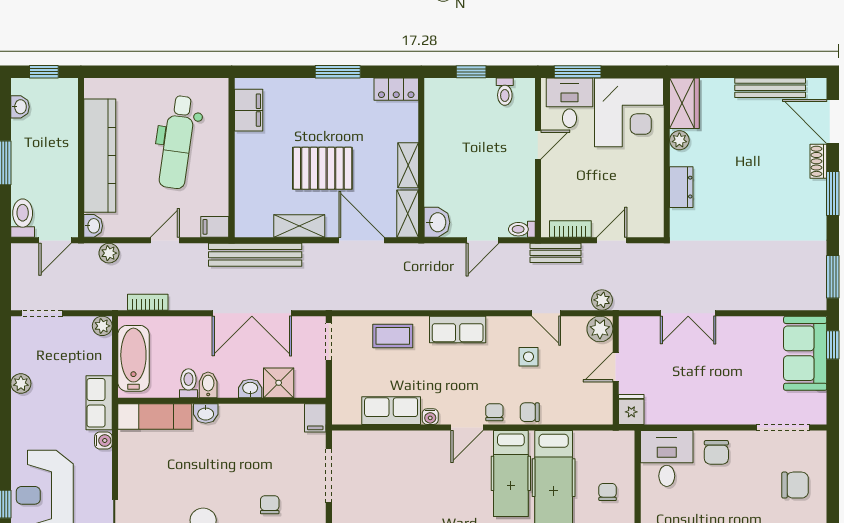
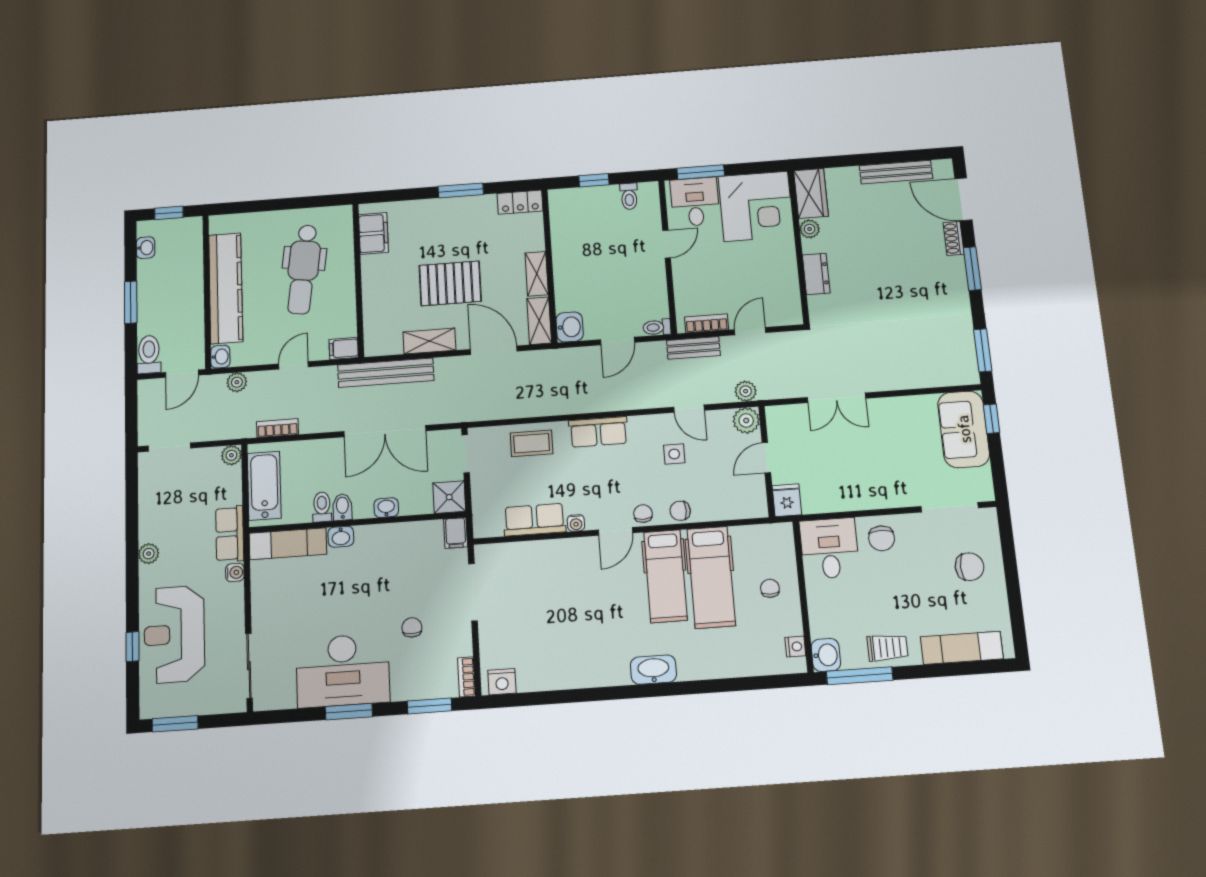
shower: (279, 383) -> (449, 497), moved
plant: (21, 384) -> (149, 554), moved

